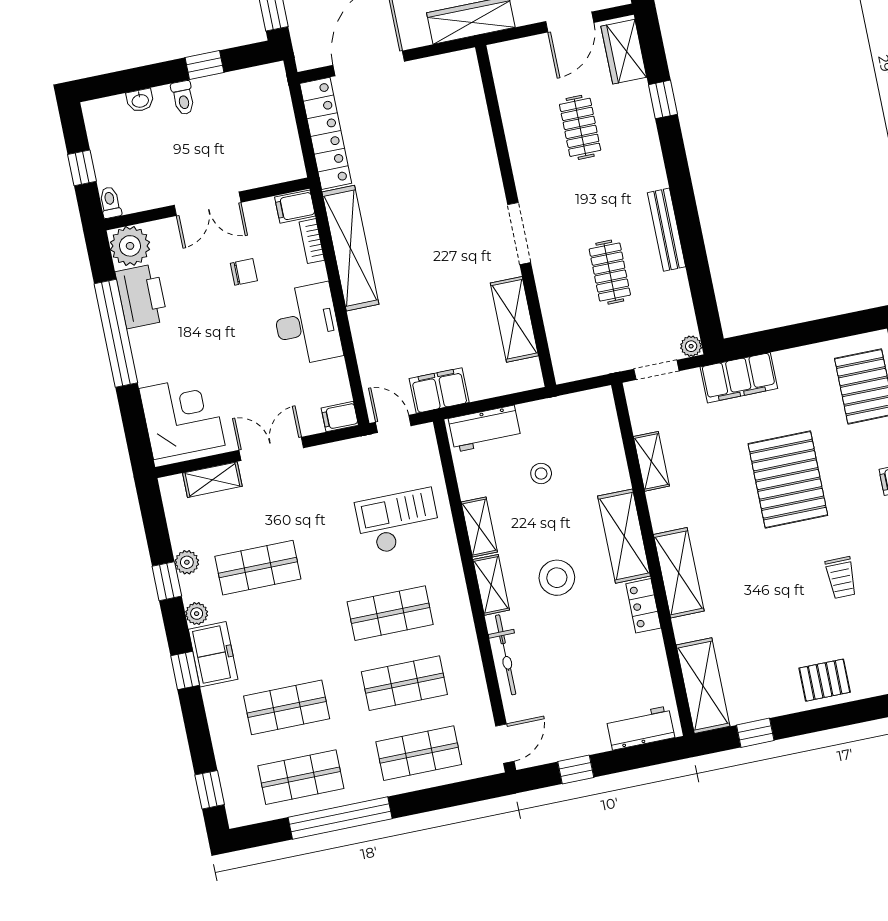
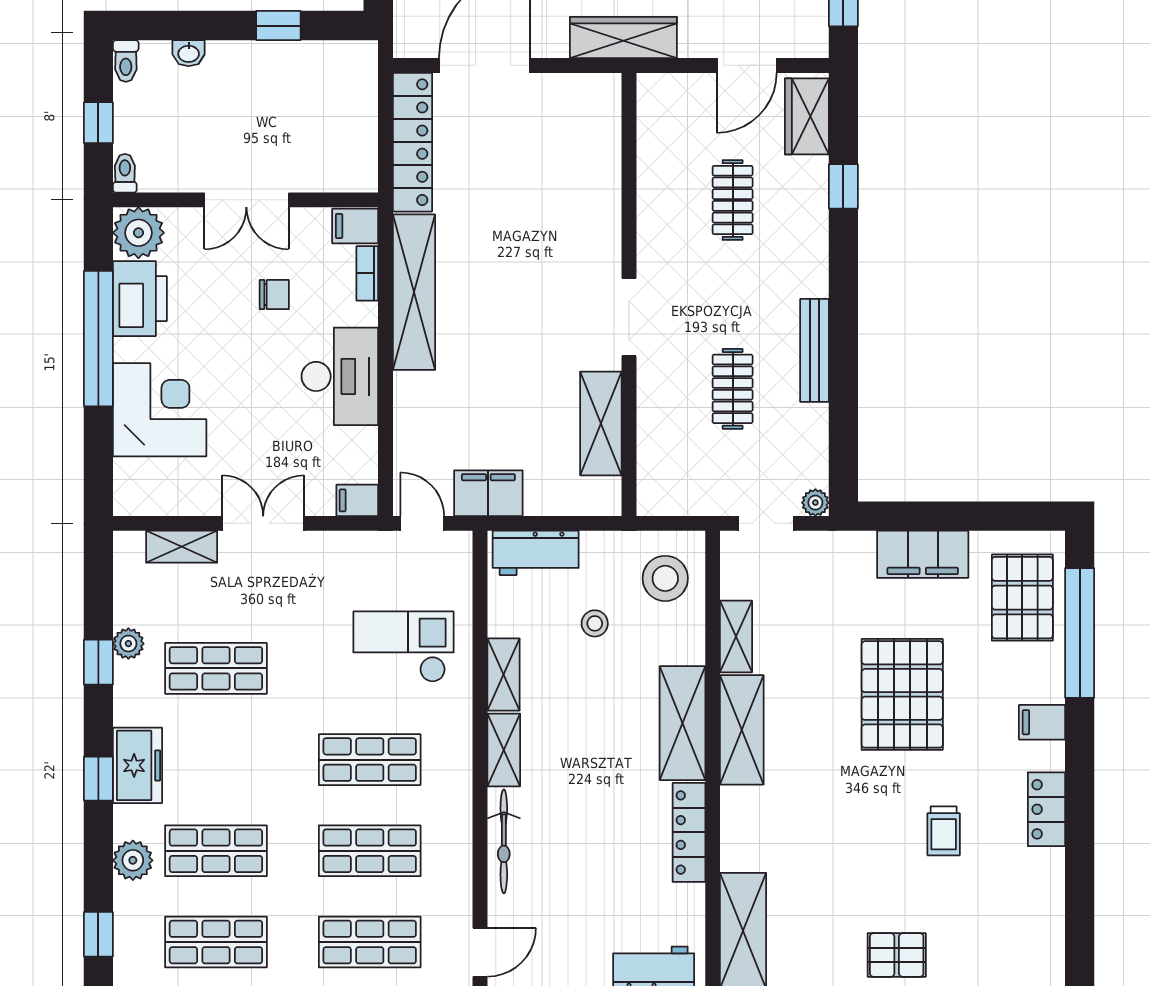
toilet: (183, 98) -> (126, 61), moved
filing cabinet: (739, 378) -> (923, 554), moved
corner desk: (182, 417) -> (160, 410), moved
shelving: (679, 573) -> (742, 730), moved
stool: (557, 578) -> (665, 578), moved
locker: (643, 606) -> (689, 832), width x1.53
plant: (197, 614) -> (133, 860), moved, width x1.38, depth x1.38

